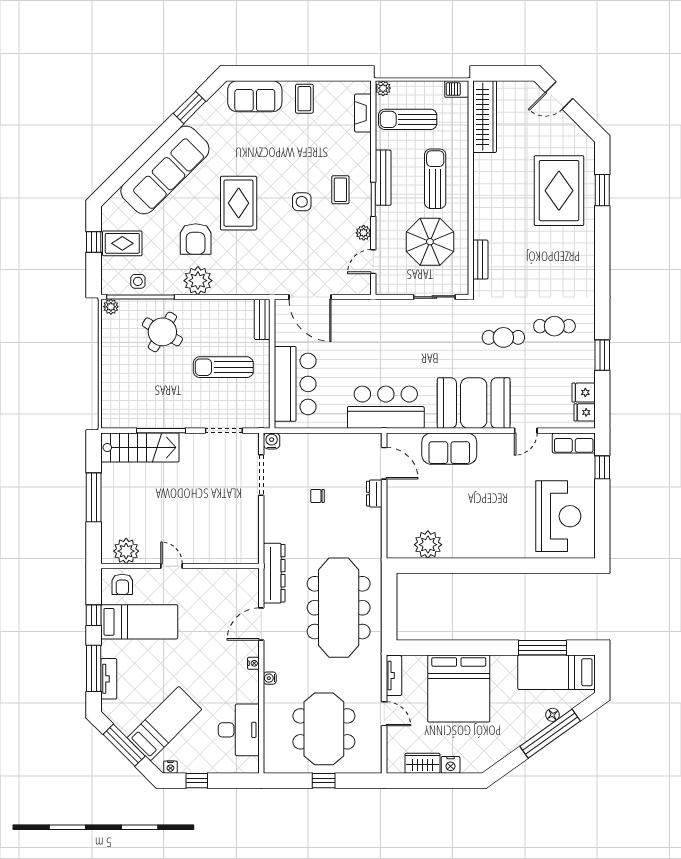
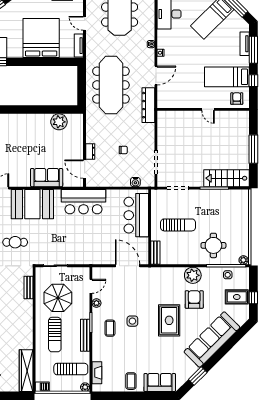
round table: (162, 332) -> (213, 245), turned -30
water cooler: (272, 441) -> (135, 182), moved
plant: (126, 551) -> (235, 118), removed

